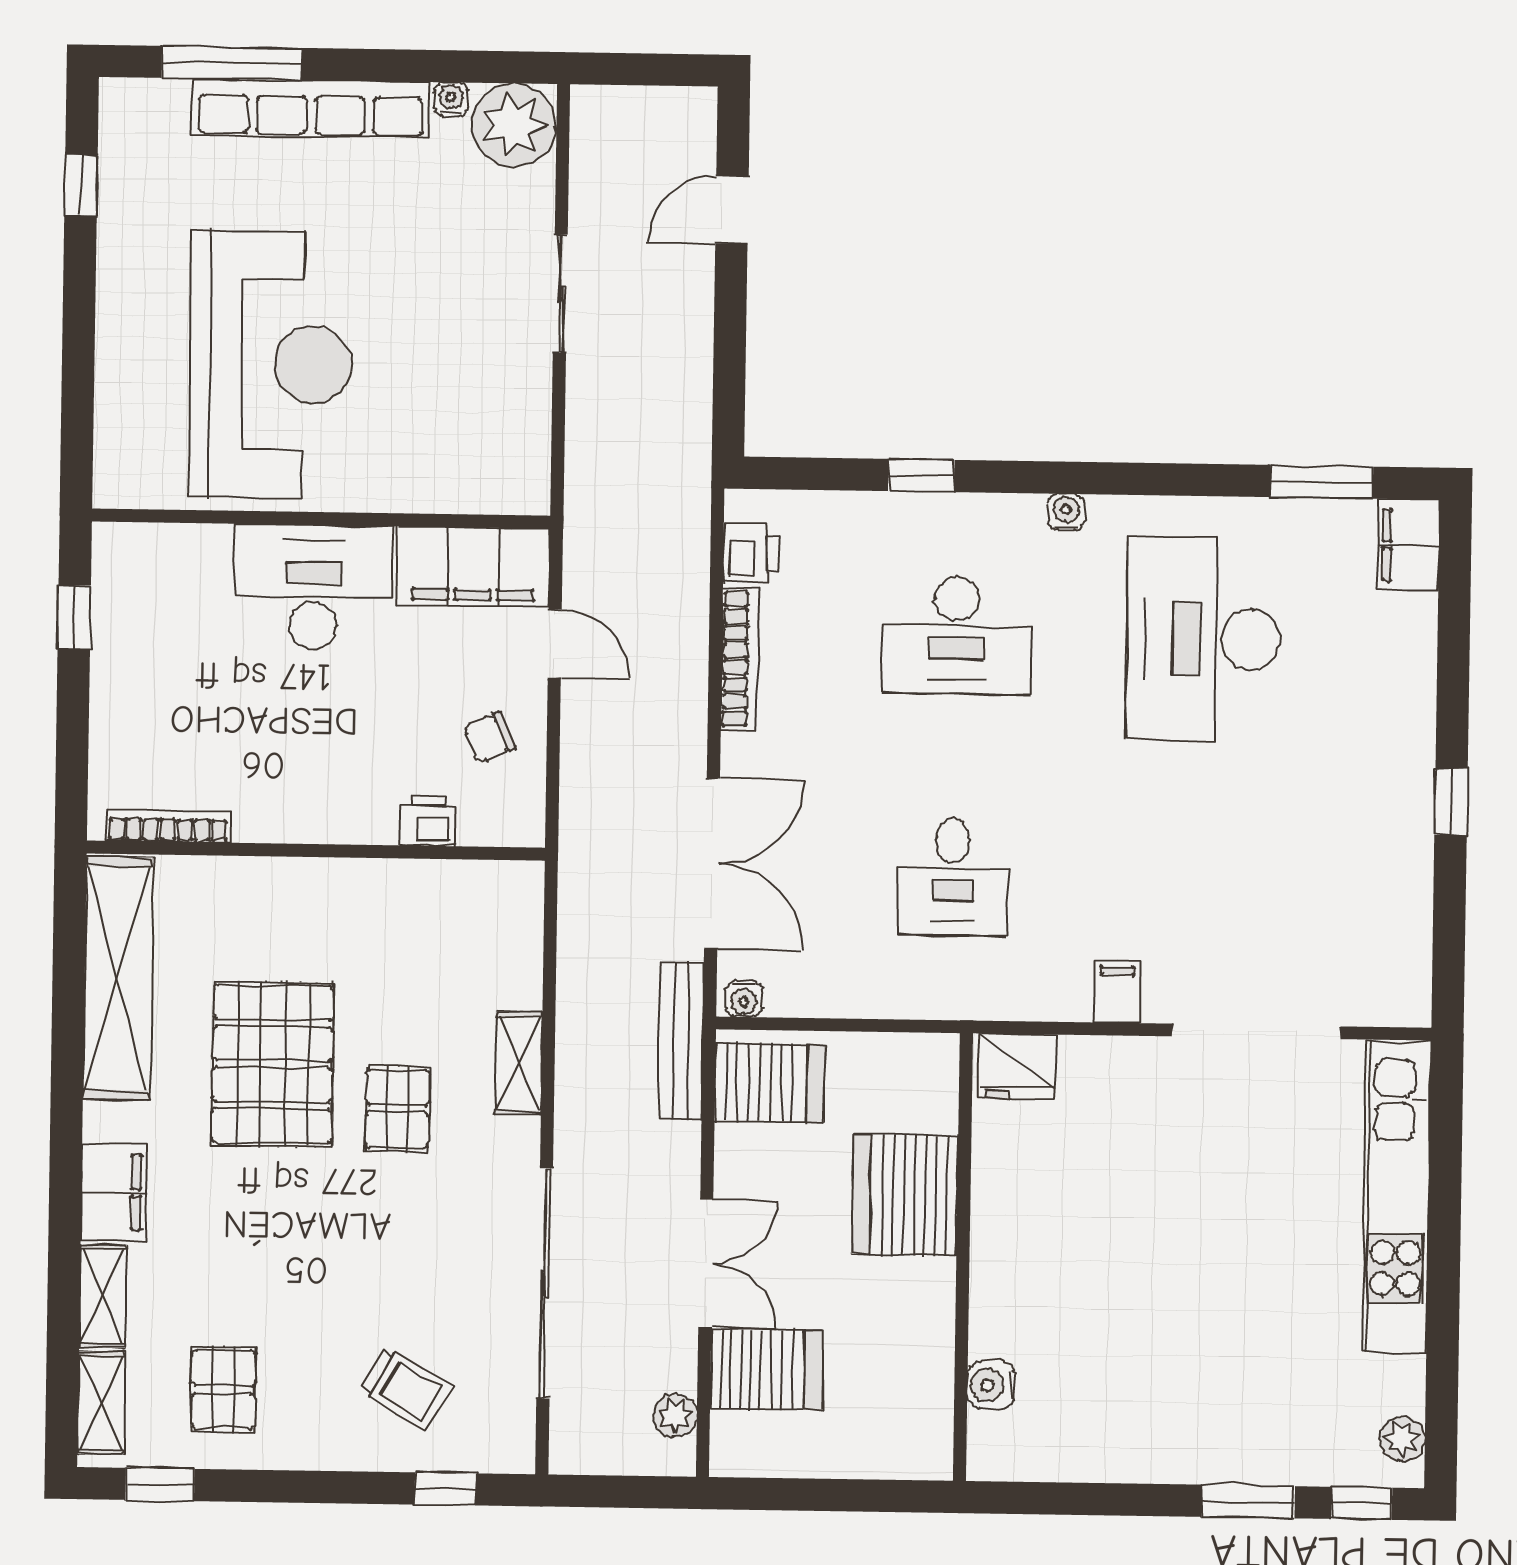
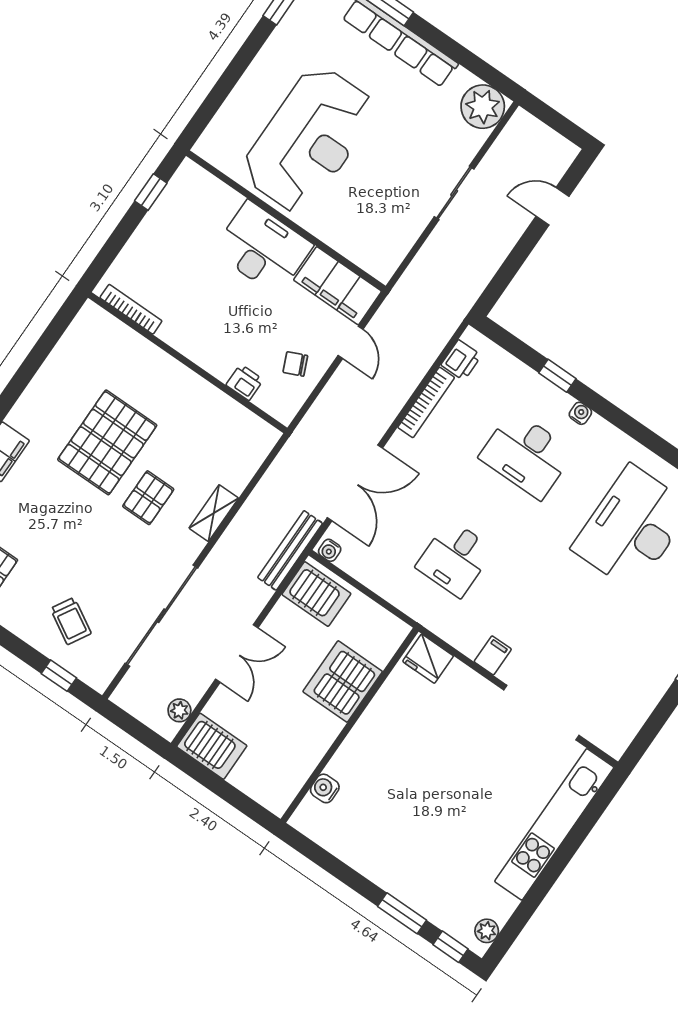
water cooler: (451, 99) -> (463, 77), removed
water cooler: (1066, 512) -> (580, 413), moved
shelving: (118, 978) -> (65, 361), removed
server rack: (766, 1369) -> (212, 746), moved

